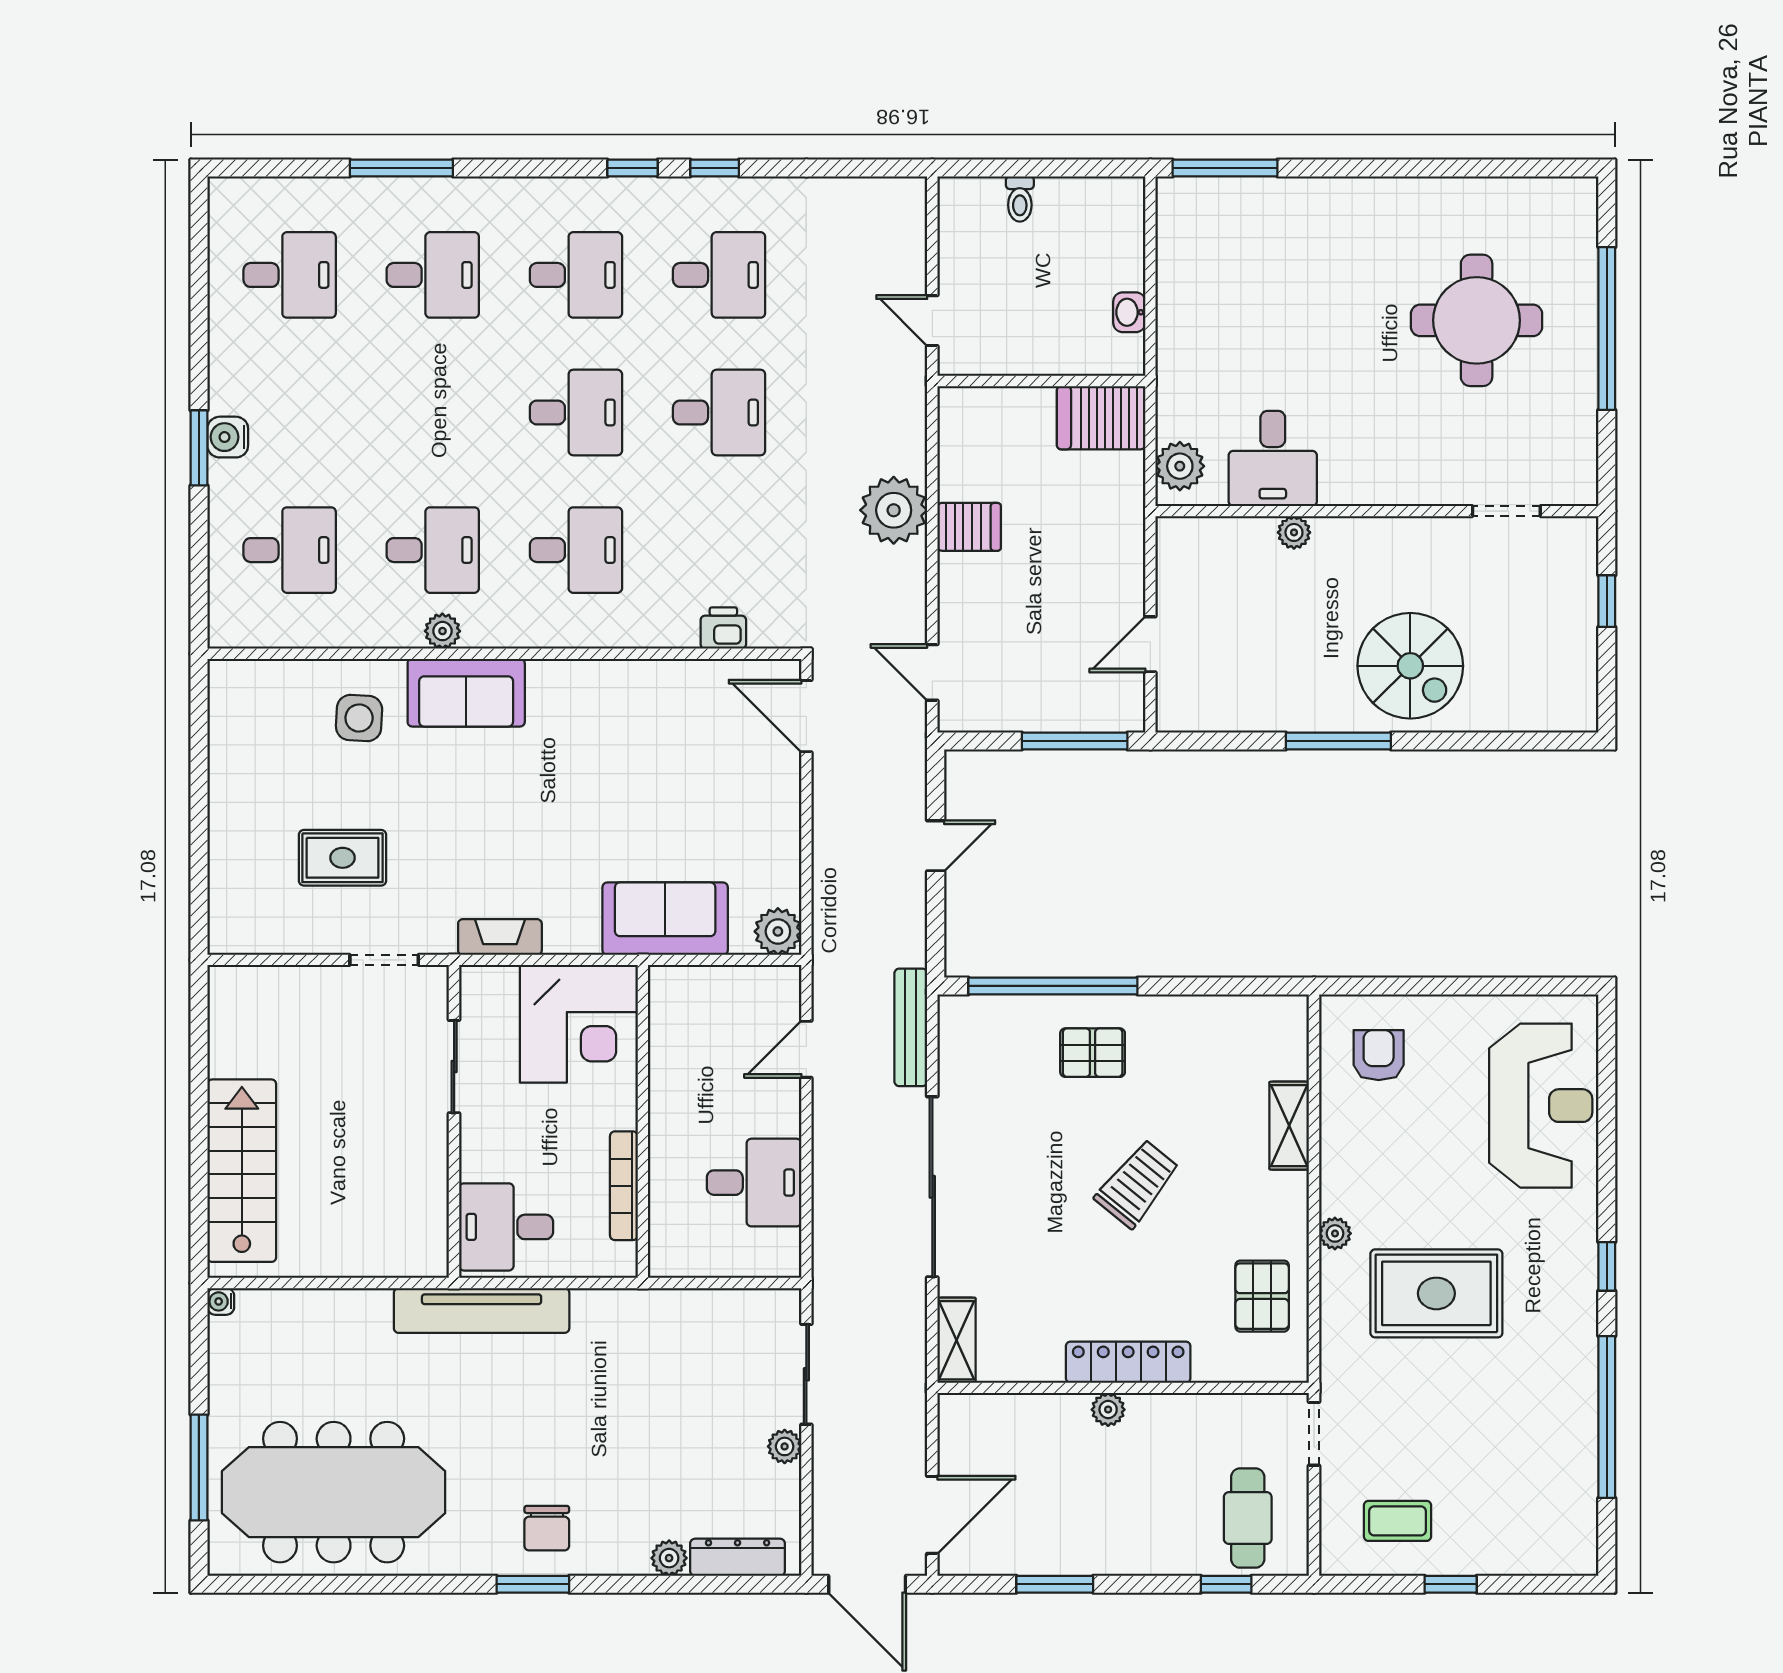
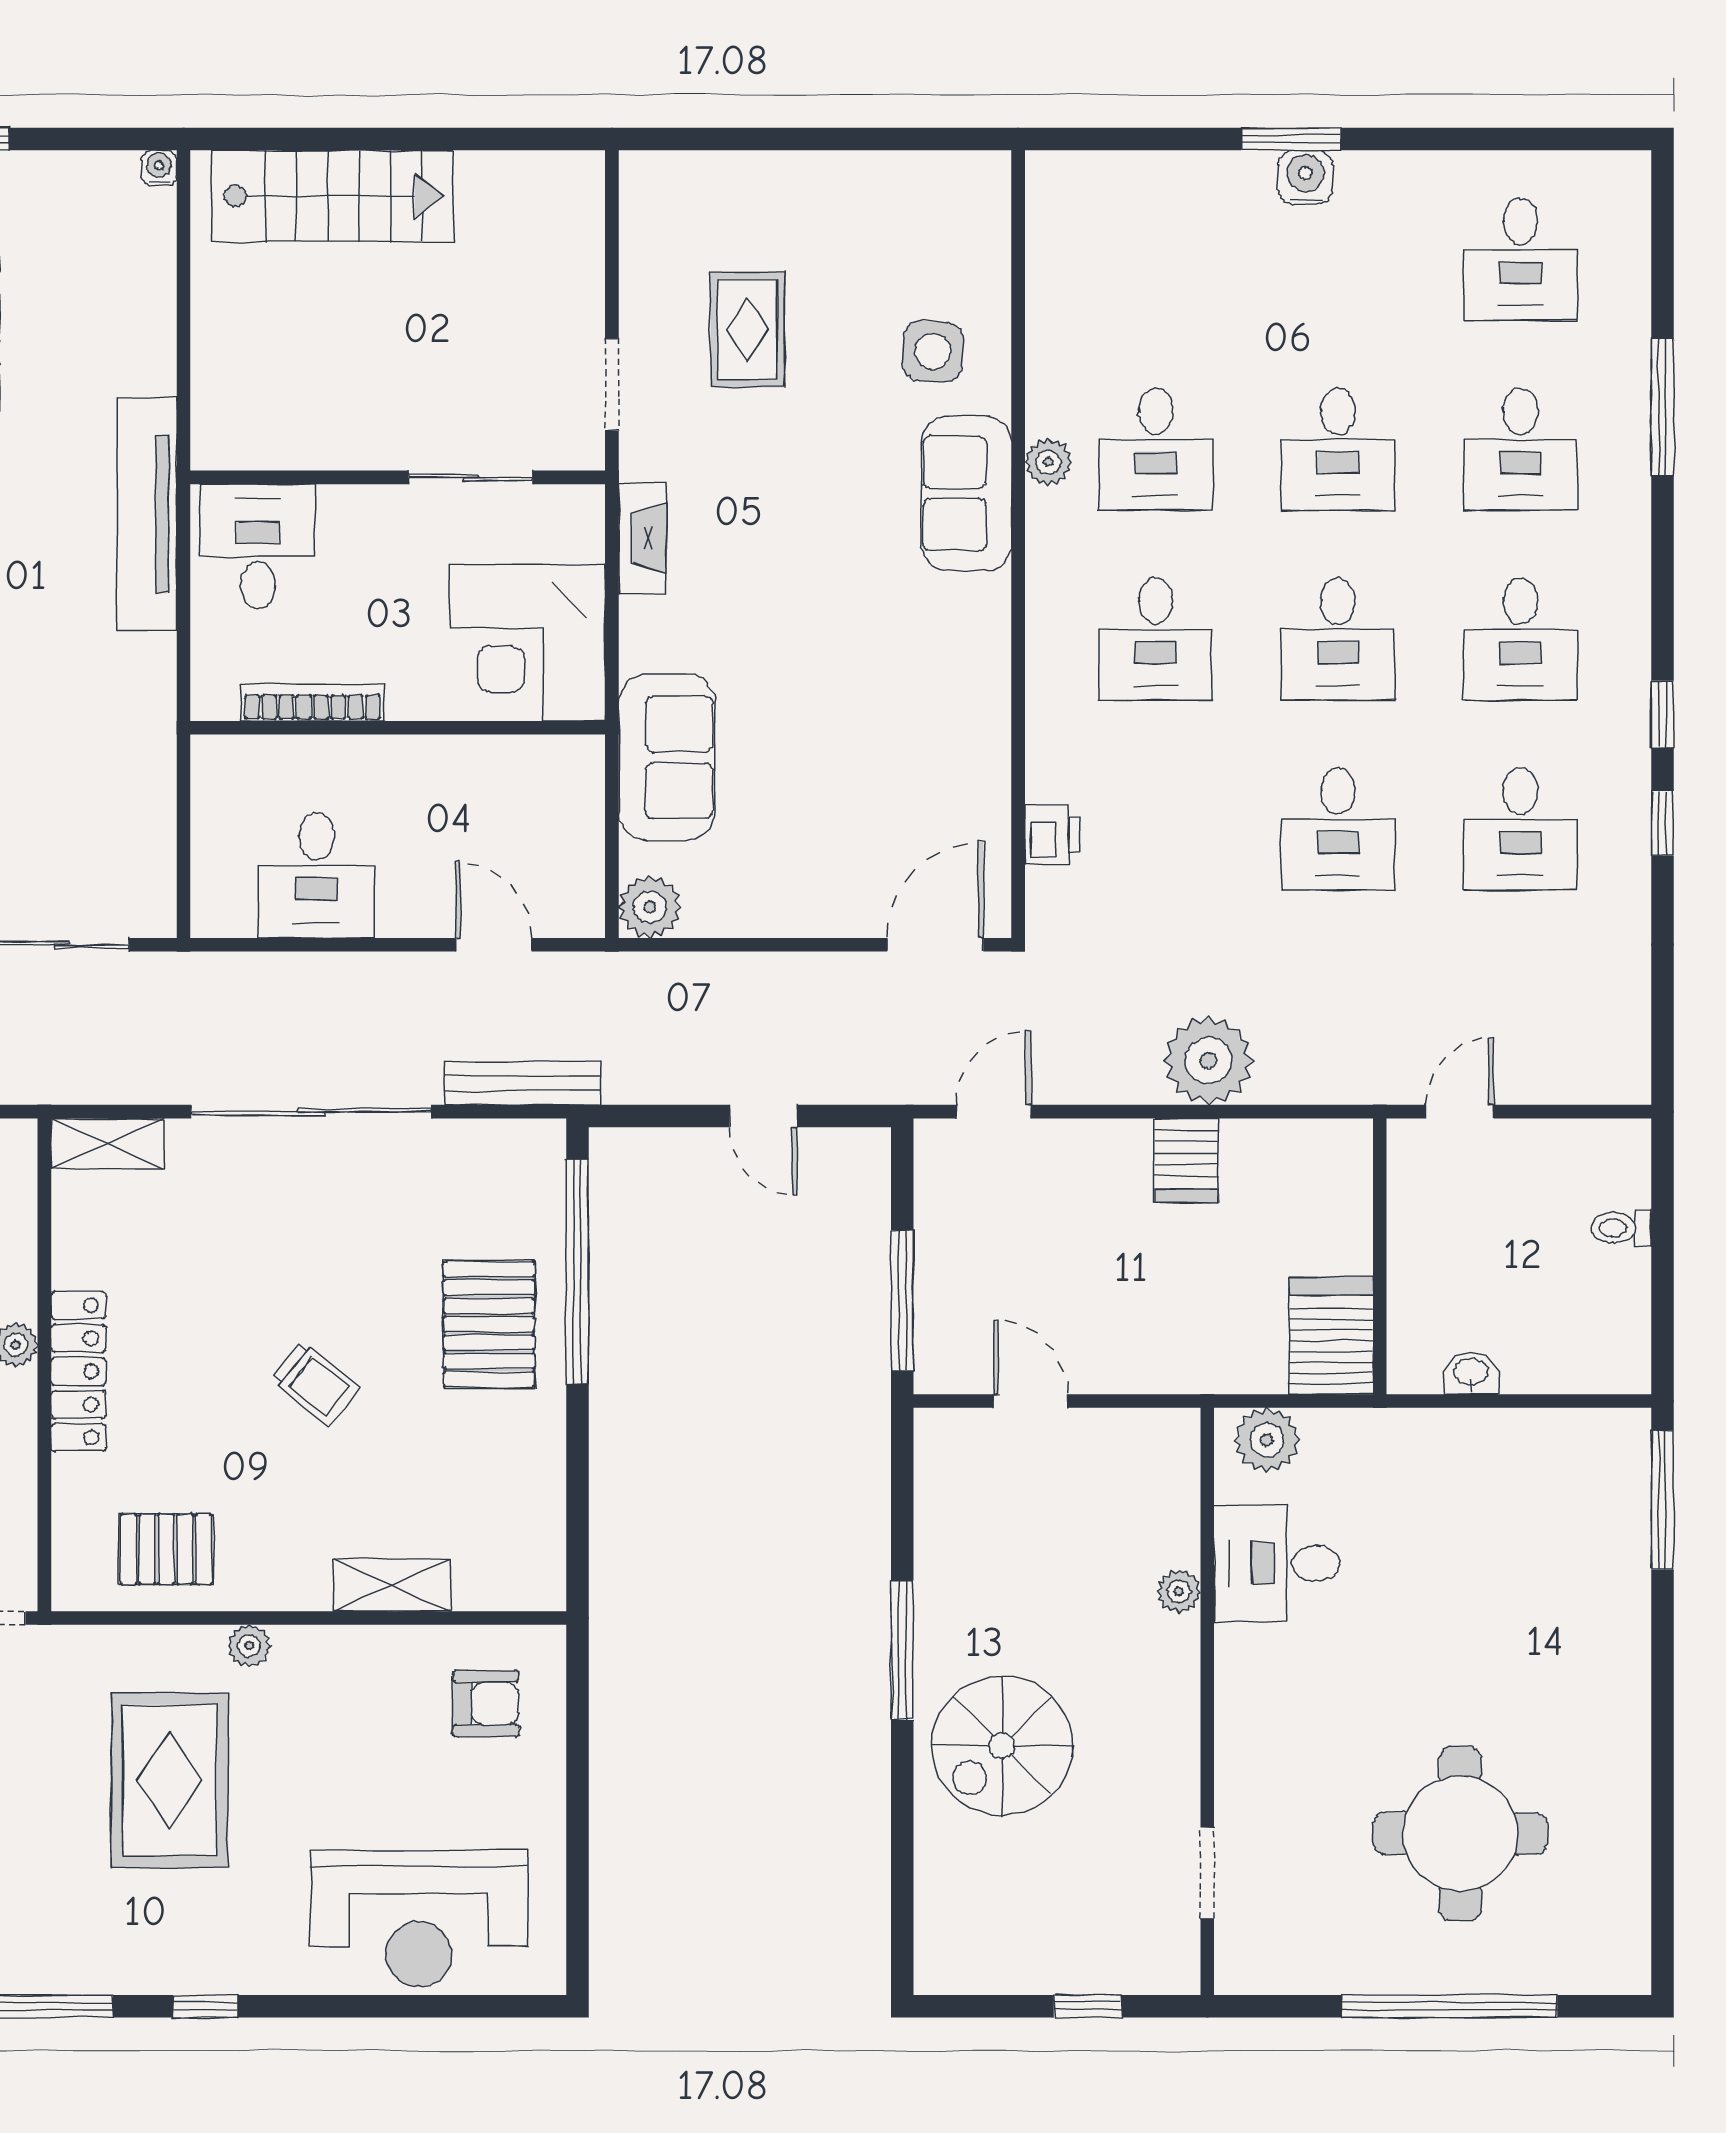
desk: (290, 550) -> (1338, 449), moved
pallet: (1093, 1053) -> (489, 1324), width x1.50, depth x1.42
trolley: (1137, 1184) -> (315, 1383), width x0.73, depth x0.72

